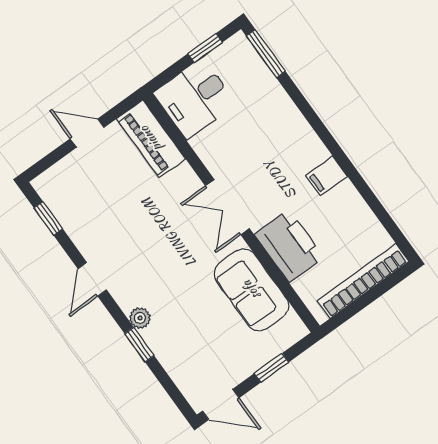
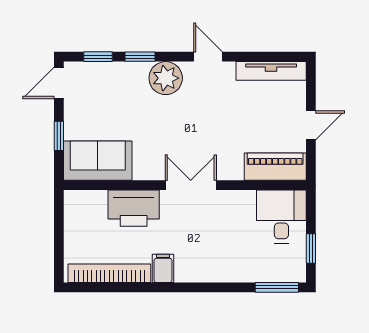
tv unit: (62, 209) -> (271, 71), added
window: (48, 218) -> (98, 57), moved
bookcase: (363, 281) -> (109, 273), moved, turned -90
sofa: (251, 290) -> (98, 161), moved
plant: (140, 318) -> (166, 78), width x1.88, depth x1.88

